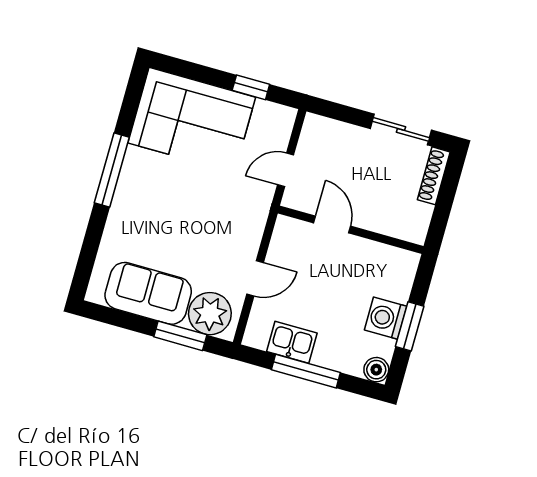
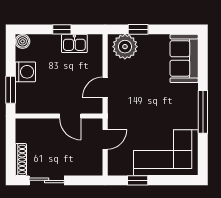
door: (255, 278) -> (105, 87), moved
sofa: (148, 293) -> (184, 58), moved, turned 90
window: (410, 326) -> (11, 90), moved
window: (180, 336) -> (138, 29), width x0.67
window: (306, 371) -> (62, 29), width x0.46

